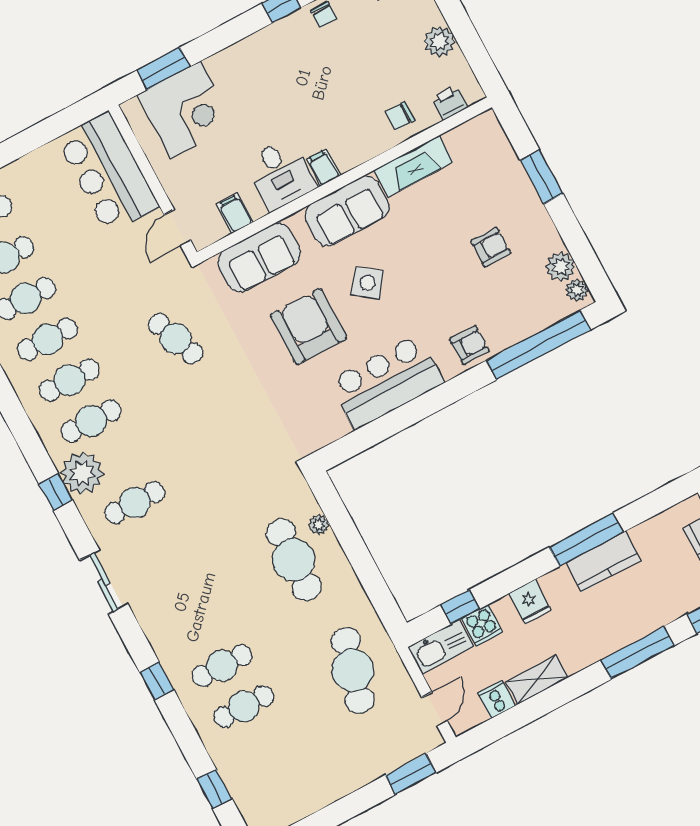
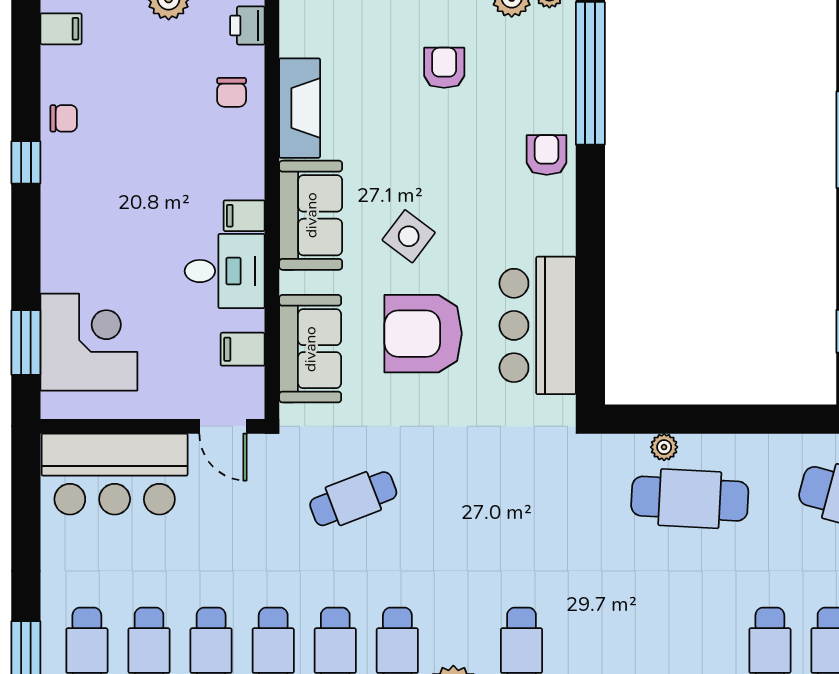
bar counter: (386, 382) -> (538, 325), moved

